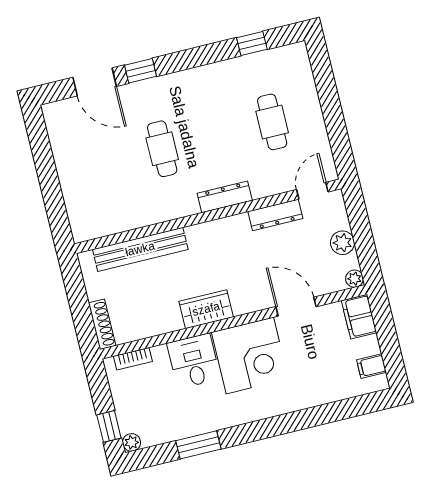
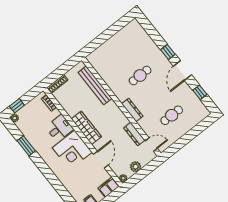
door: (95, 82) -> (183, 70), moved
wardrobe: (206, 309) -> (86, 128), width x1.50

